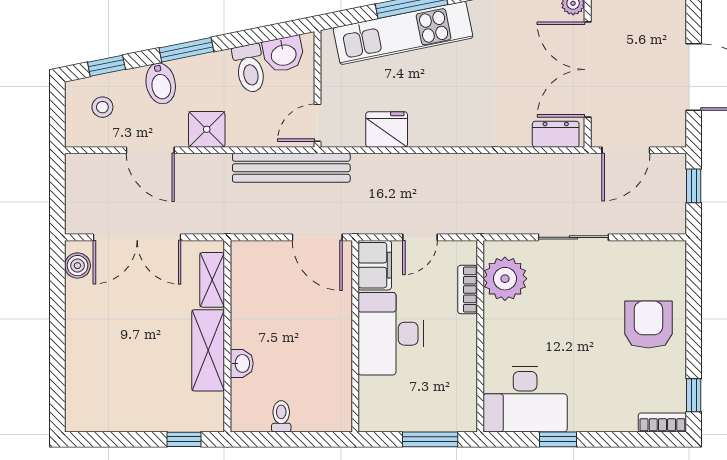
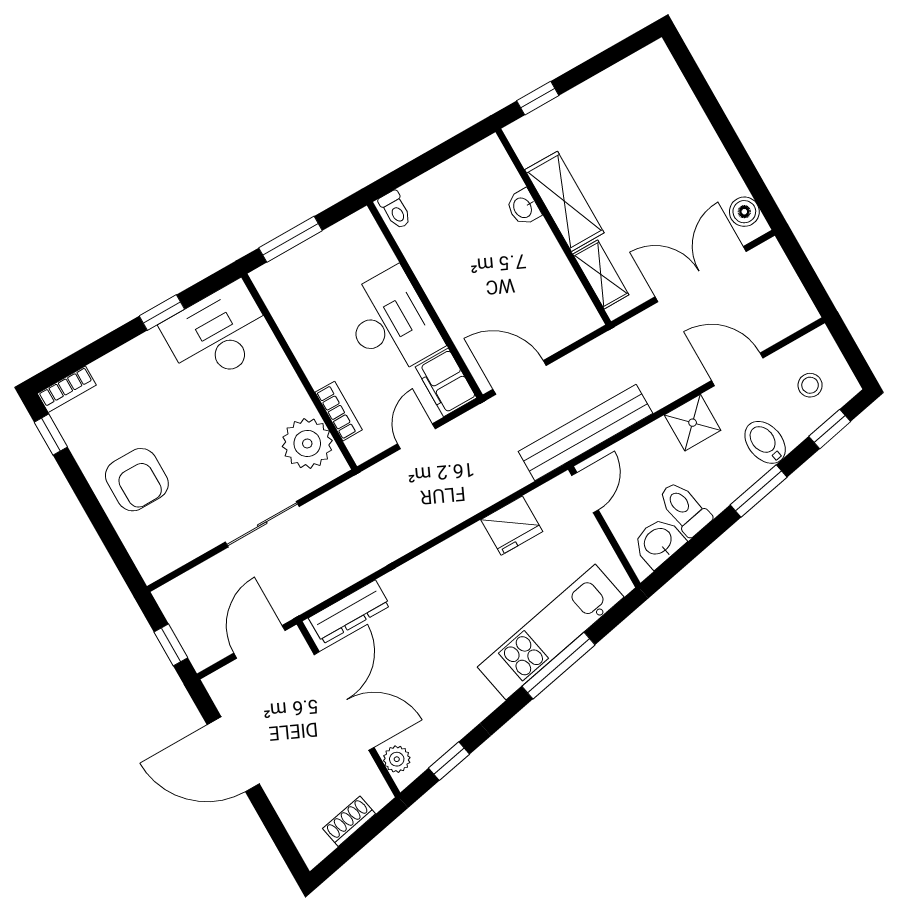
dresser: (556, 134) -> (349, 612), width x1.44
toilet: (281, 416) -> (395, 210), moved

